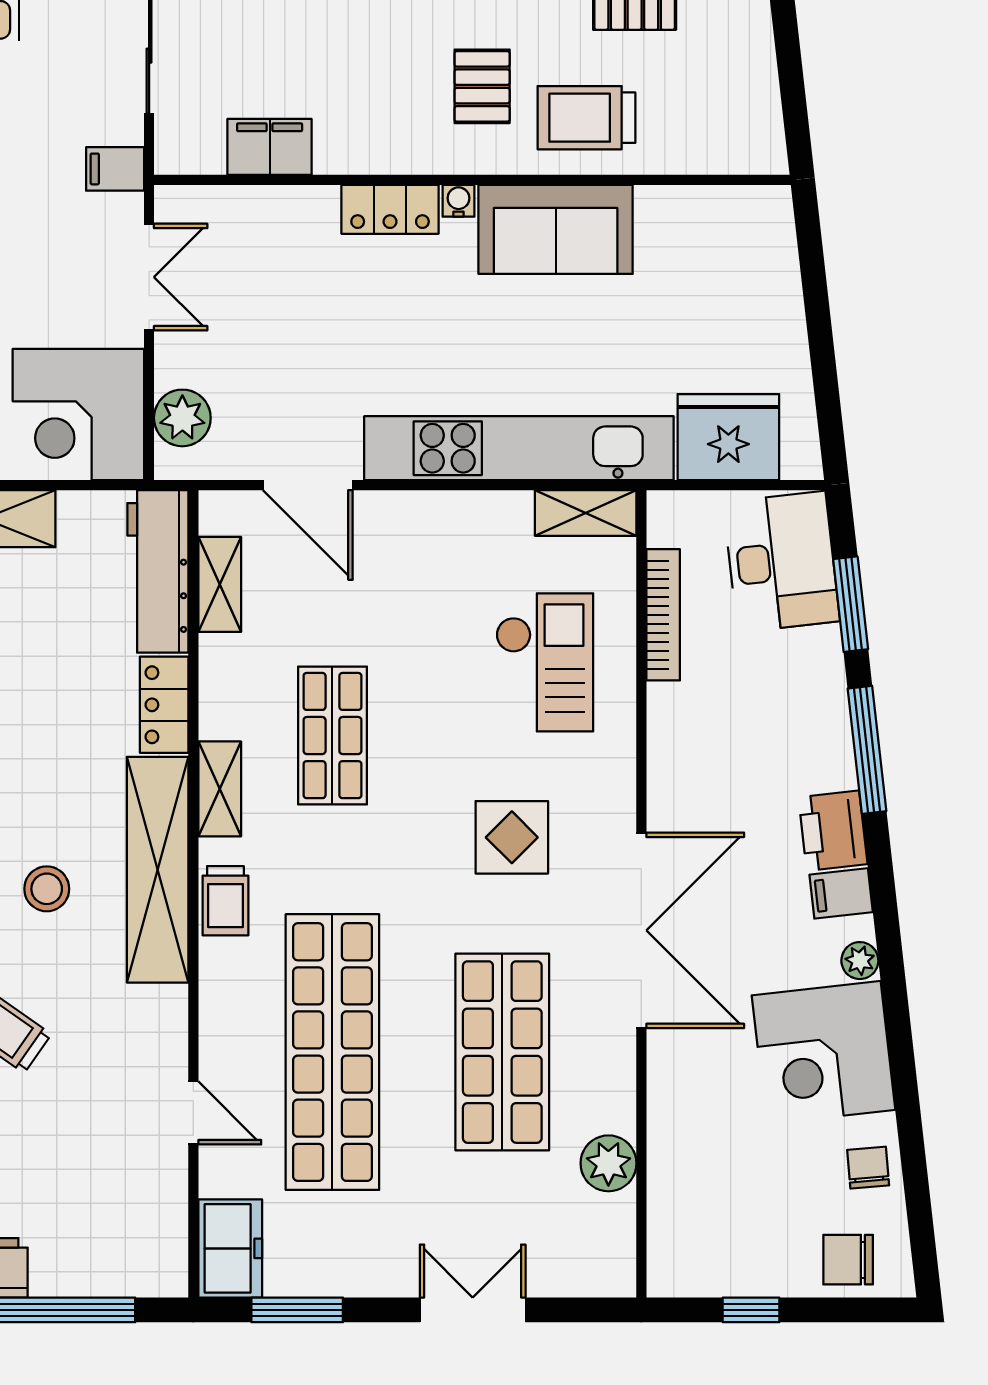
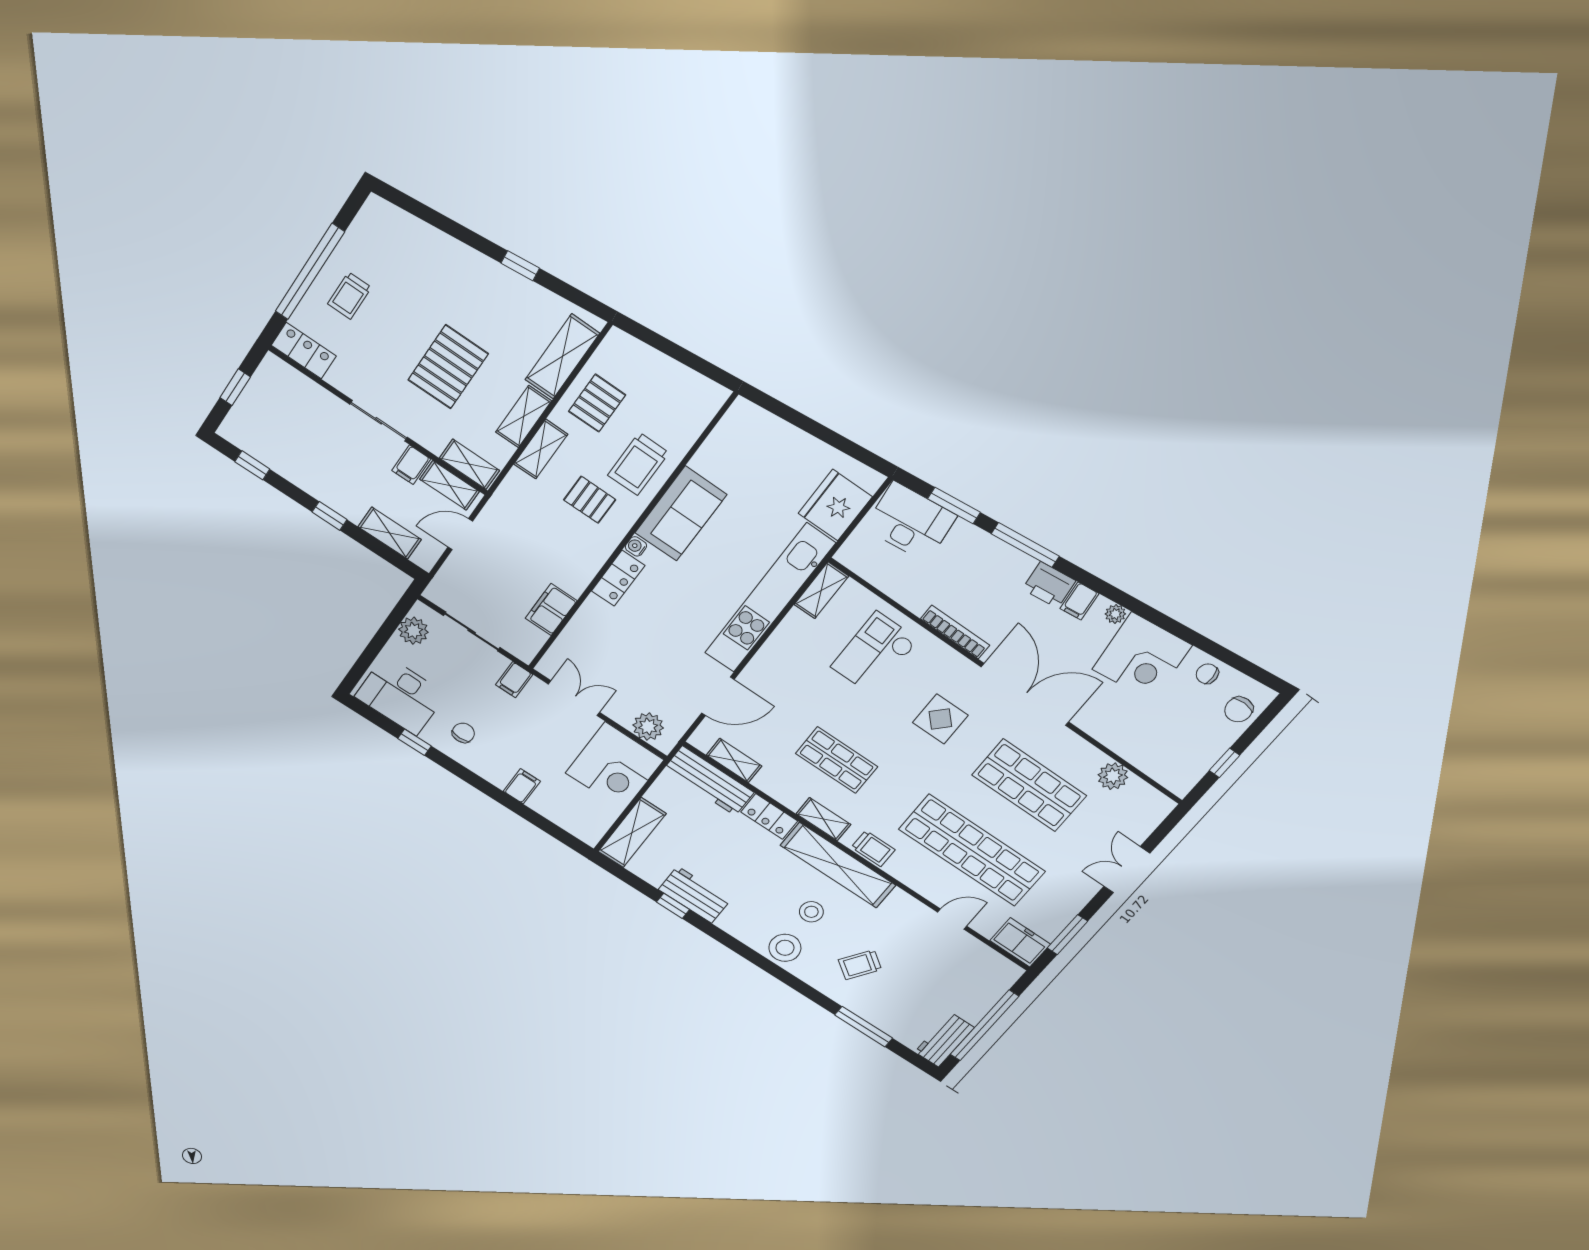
bookcase: (663, 615) -> (955, 632), moved
checkout: (545, 662) -> (875, 653), turned -90

